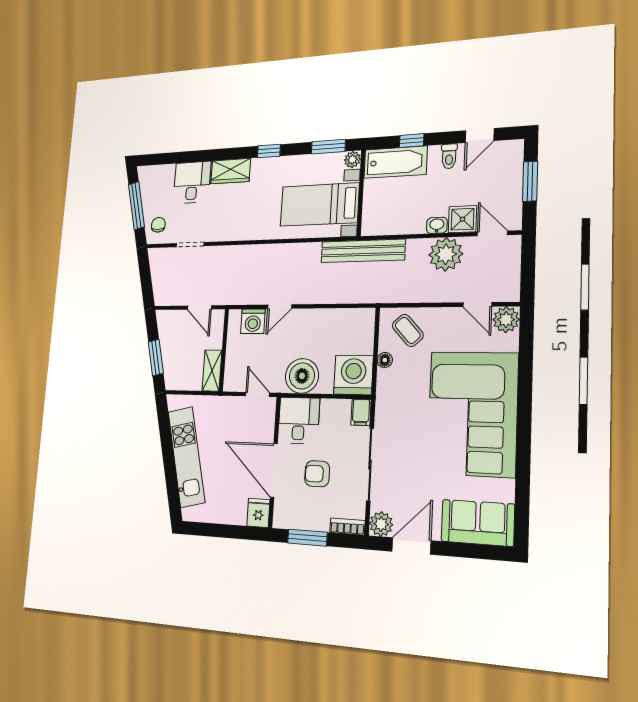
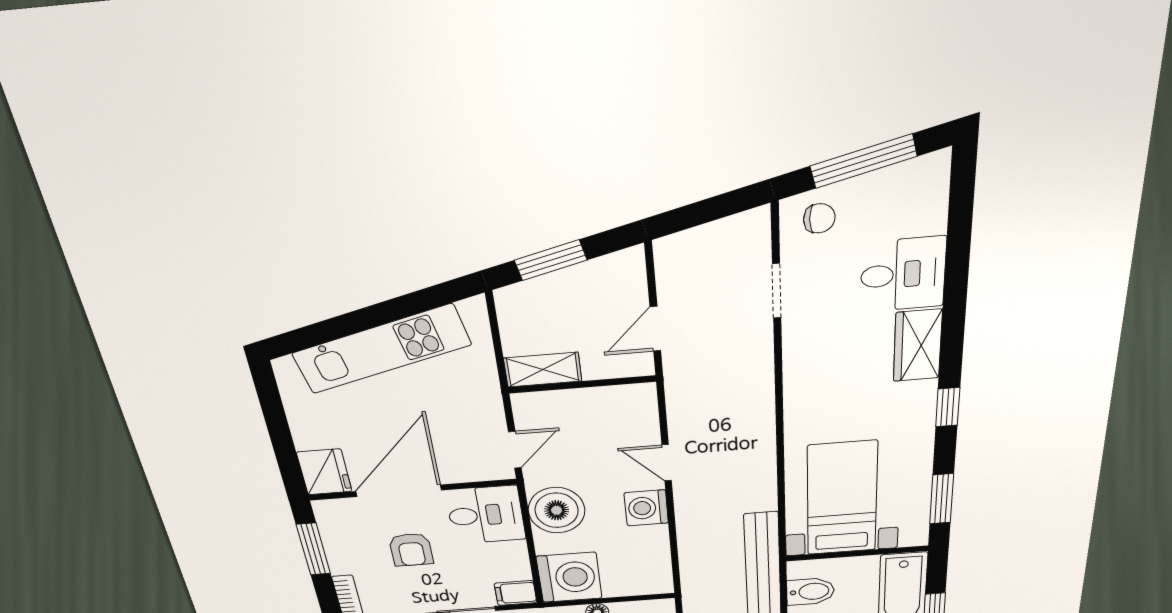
plant: (352, 160) -> (914, 536), removed
bidet: (387, 220) -> (811, 592), added
washing machine: (253, 321) -> (646, 508), moved
armchair: (317, 474) -> (411, 550), turned 180
fridge: (258, 513) -> (324, 472), width x1.38

